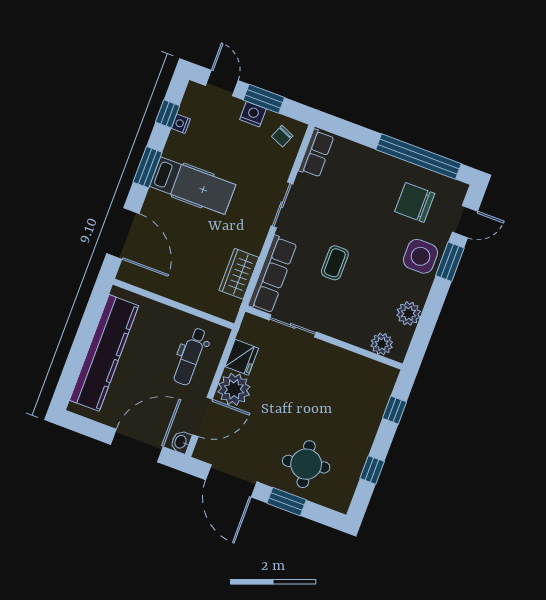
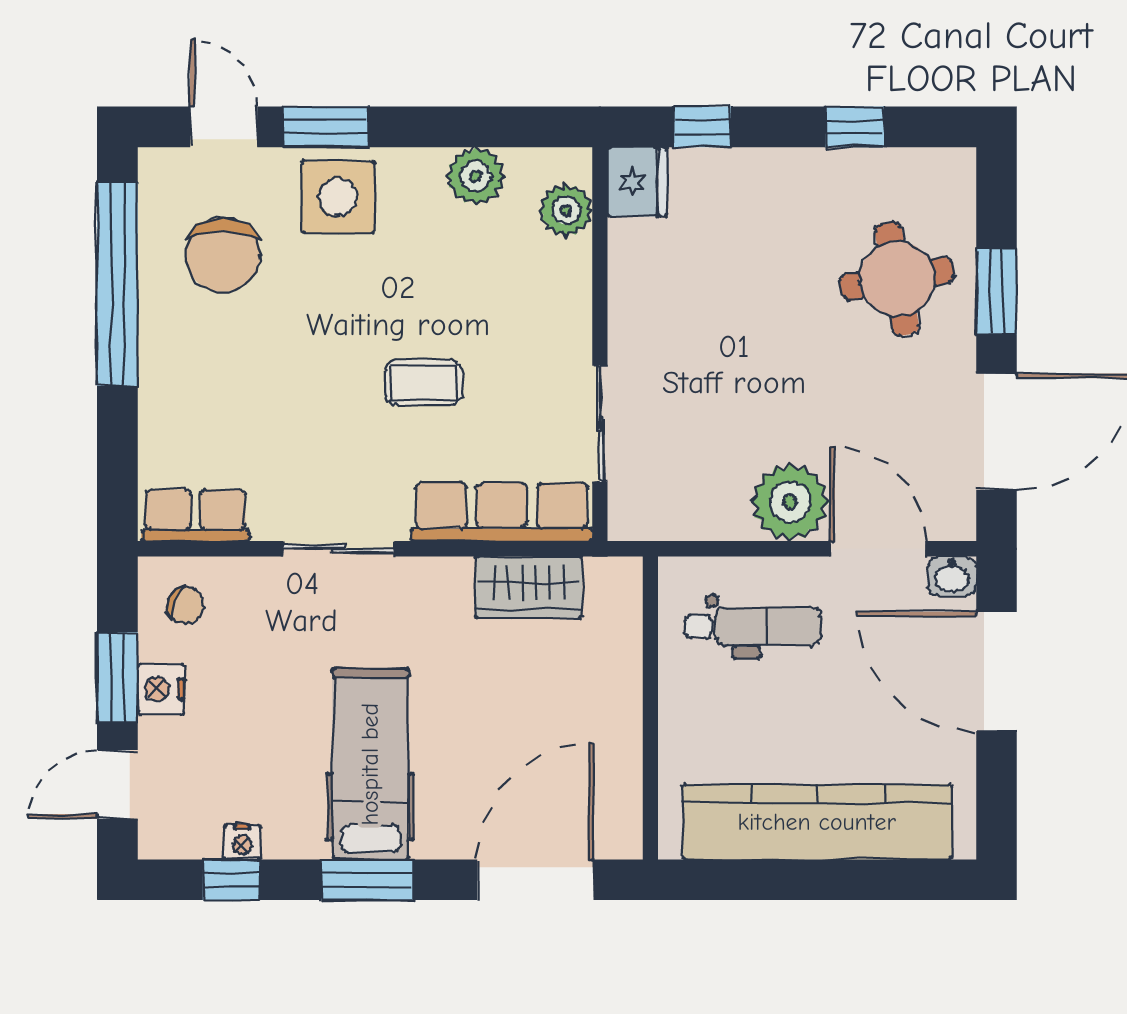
fridge: (242, 357) -> (637, 182), moved, turned 90

